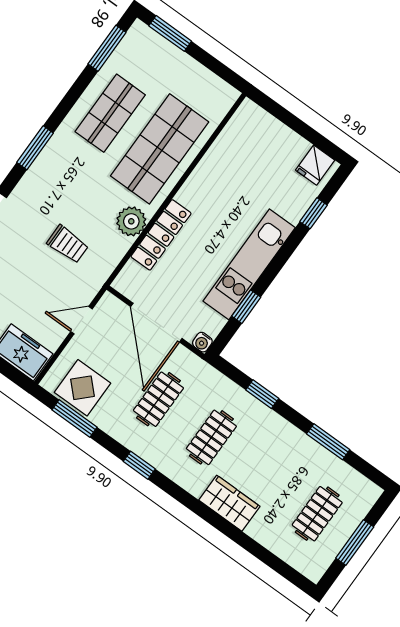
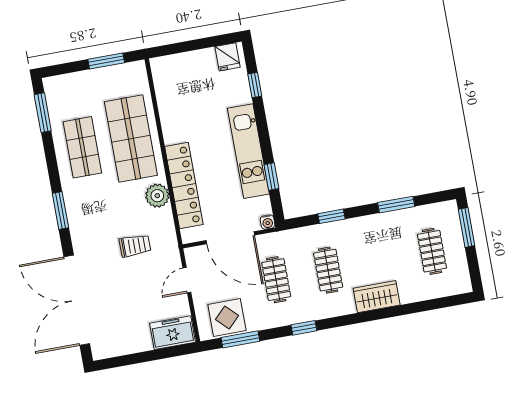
window: (170, 33) -> (106, 61), moved
locker: (161, 235) -> (184, 186), width x1.41, depth x1.21
window: (355, 542) -> (467, 227), moved

